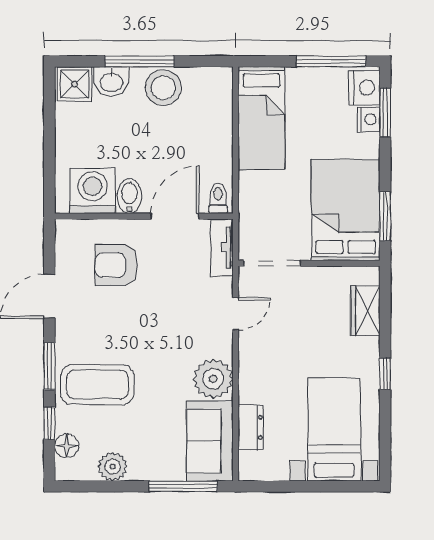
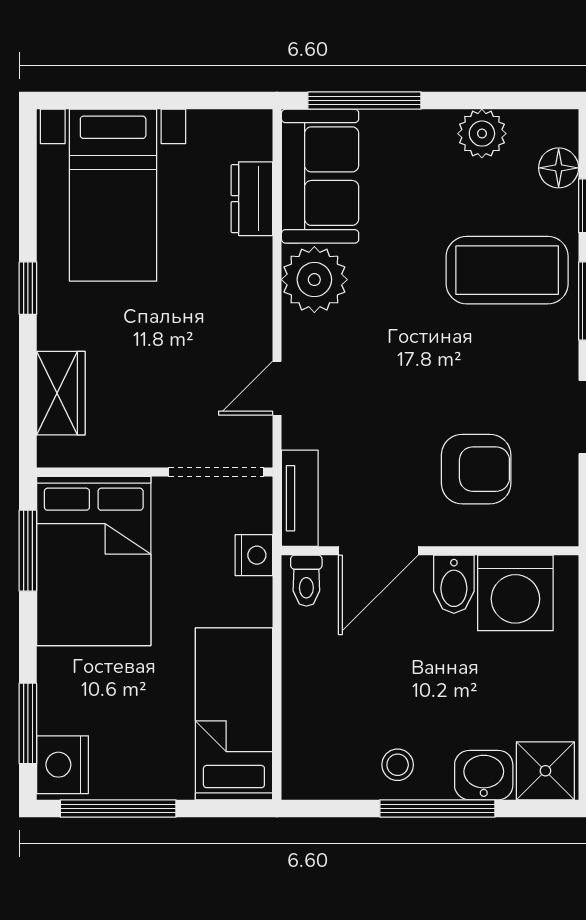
stool: (163, 88) -> (398, 765), width x0.53, depth x0.53
nightstand: (369, 119) -> (254, 555), moved, turned 180

